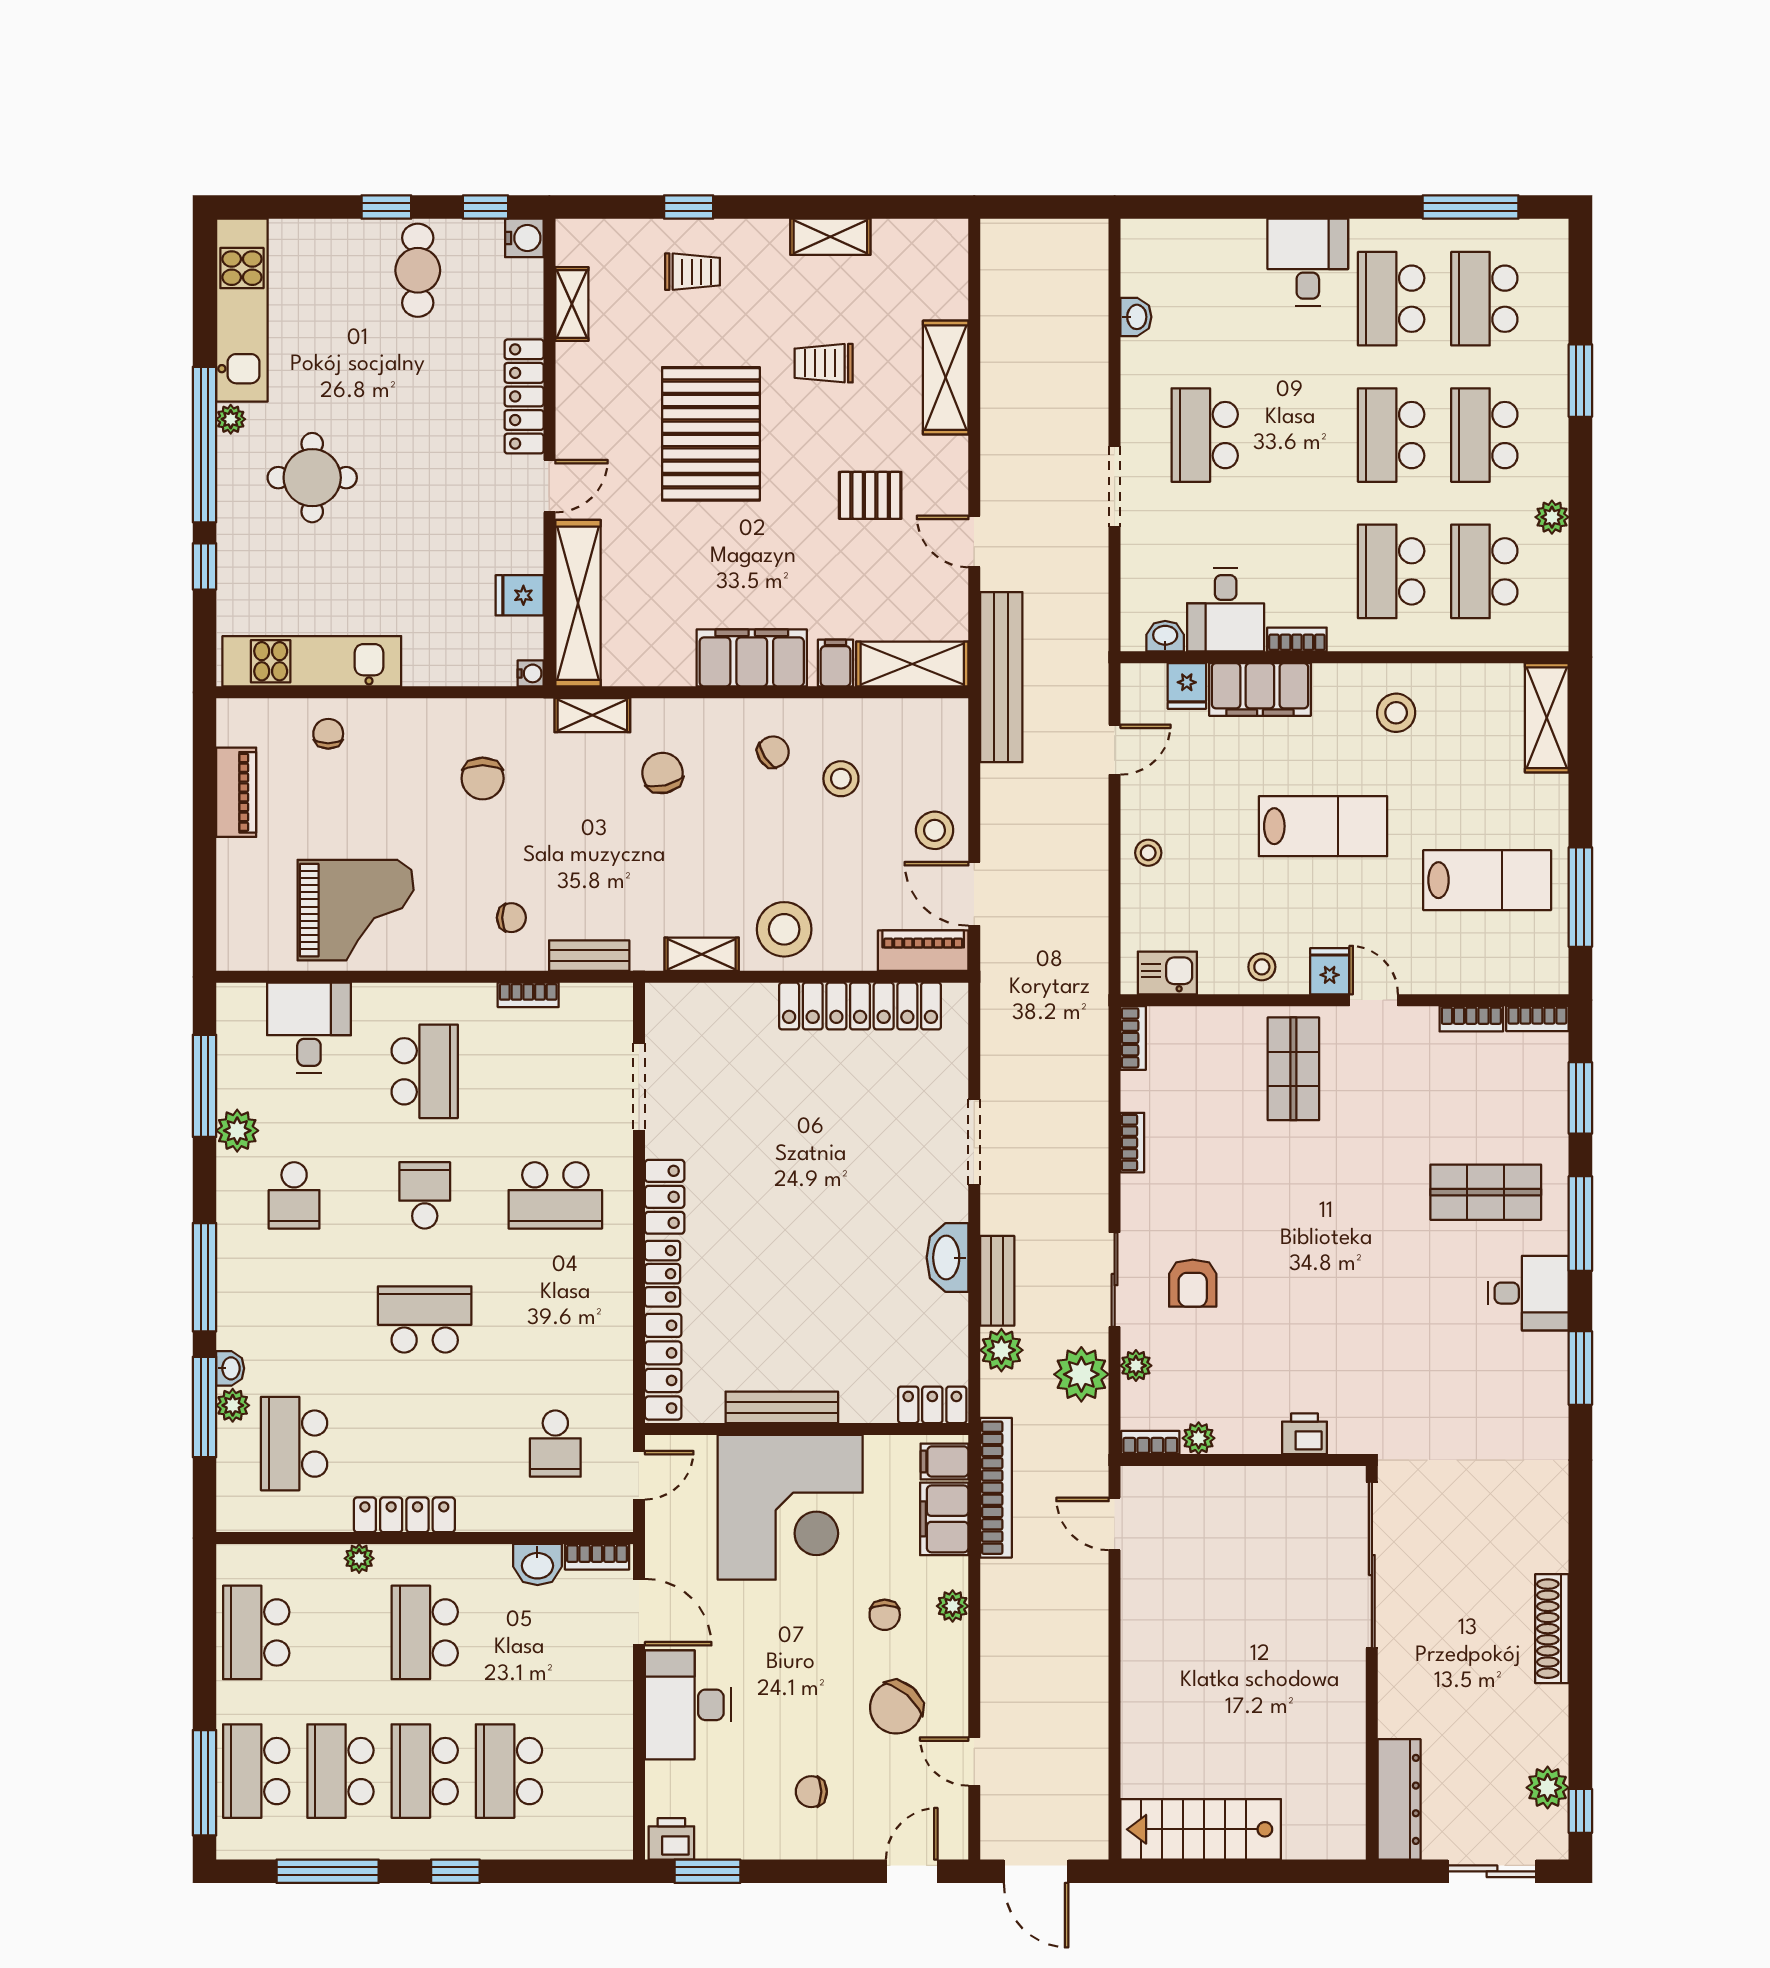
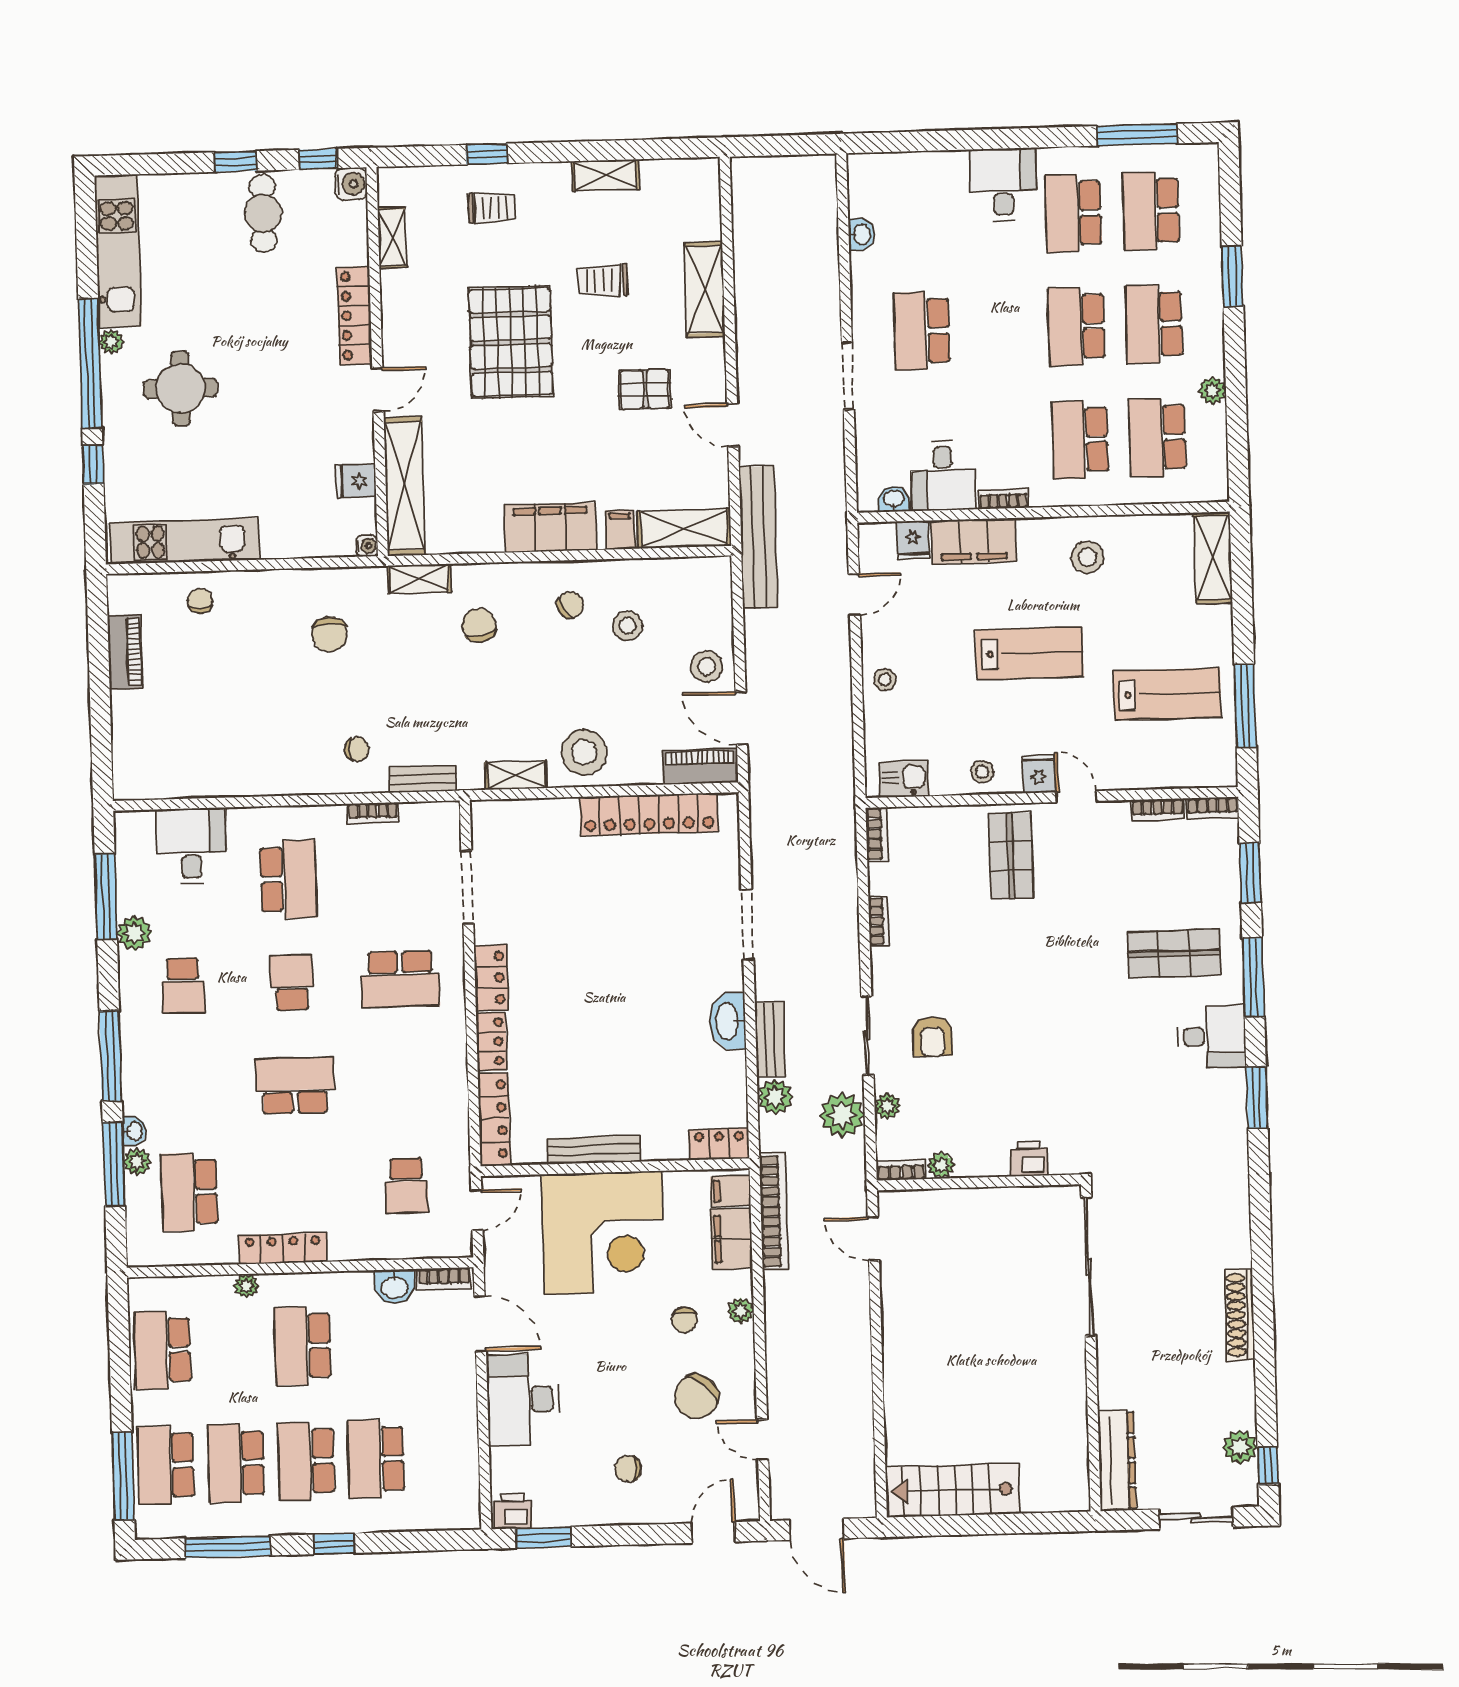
grand piano: (356, 910) -> (227, 747), removed

